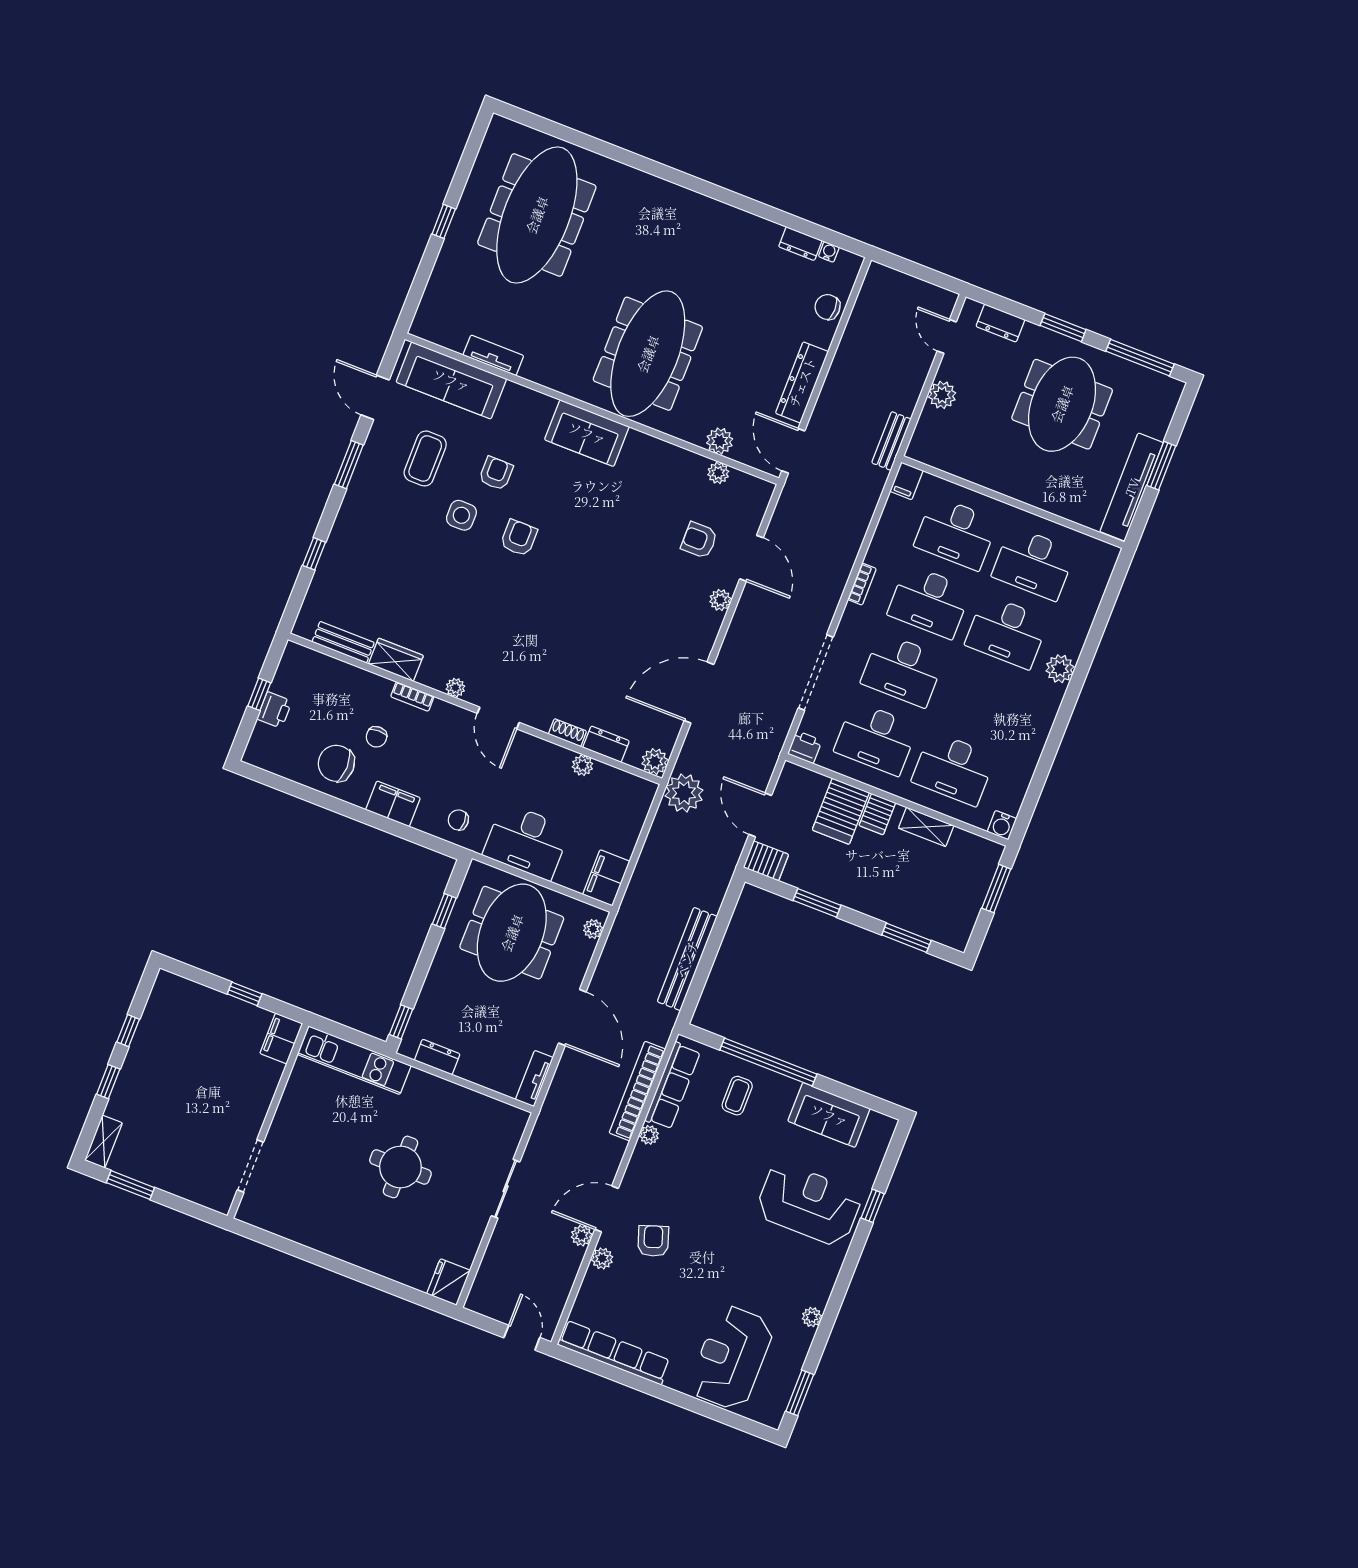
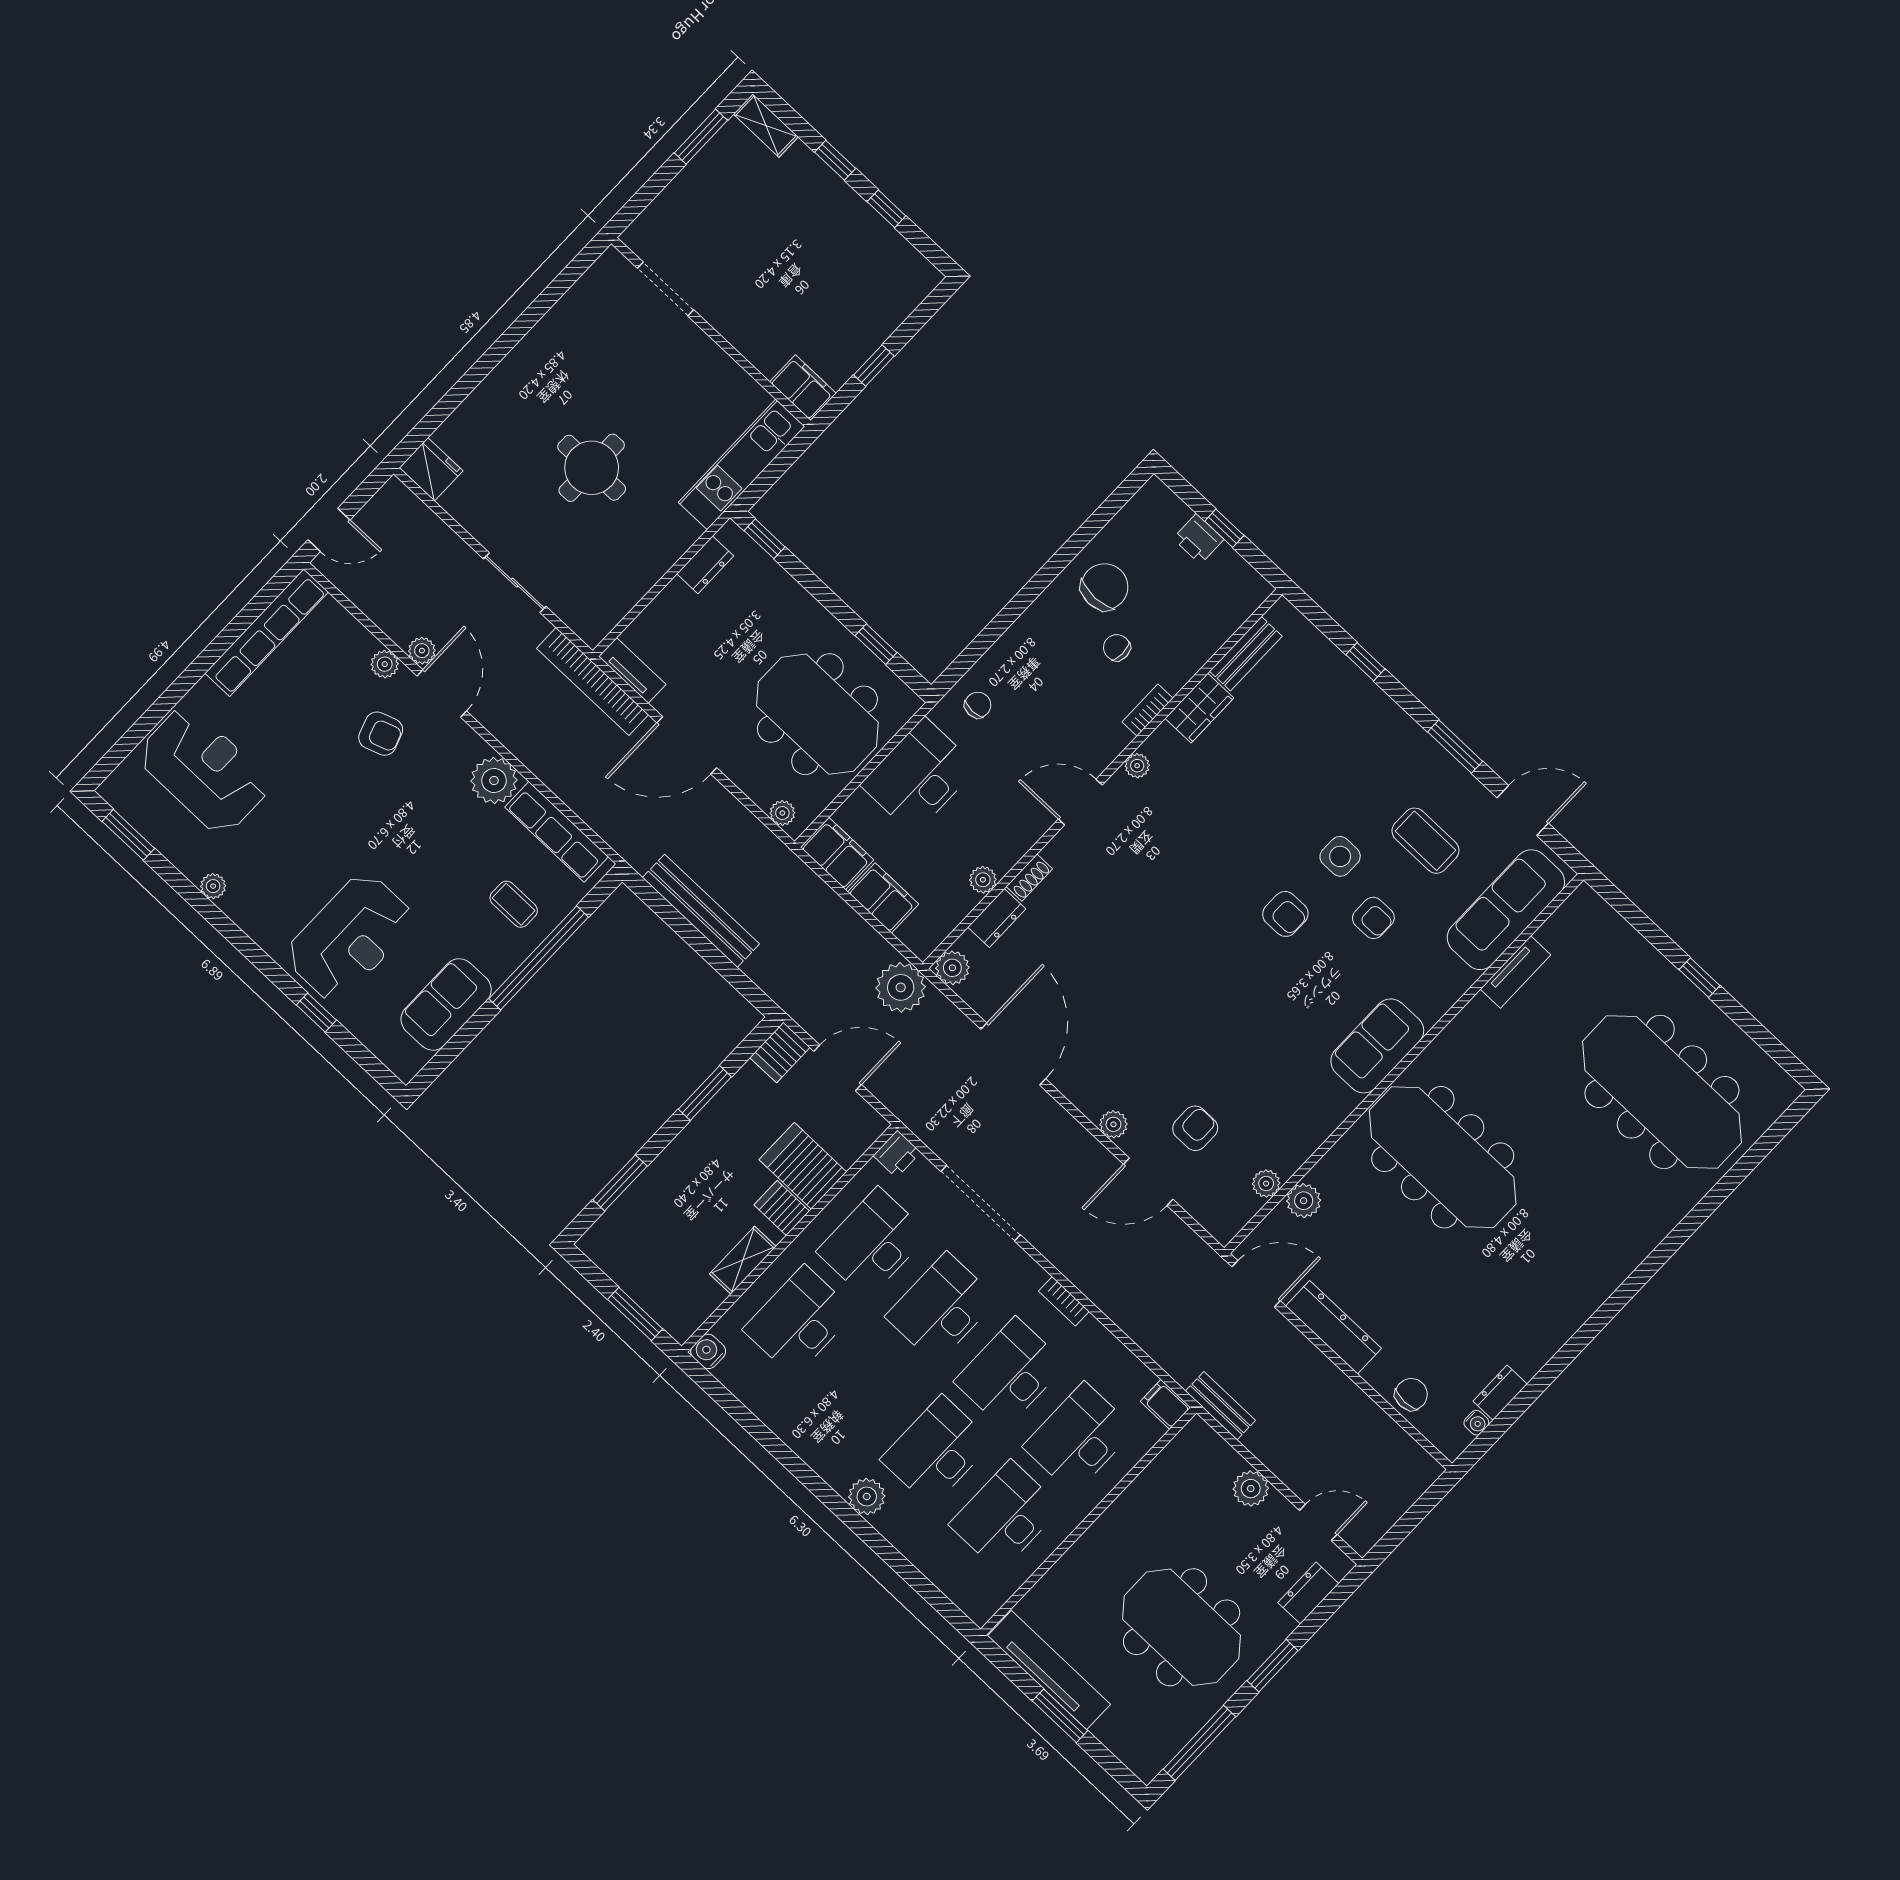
filing cabinet: (393, 804) -> (883, 898), moved, turned -90
bookcase: (637, 1091) -> (593, 681), moved, turned 180
plant: (649, 1135) -> (494, 780), width x1.88, depth x1.88

